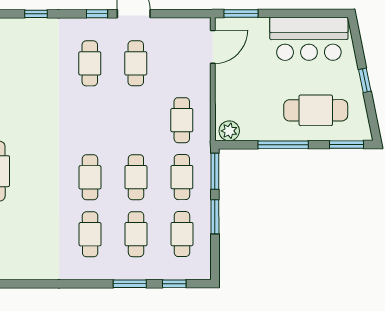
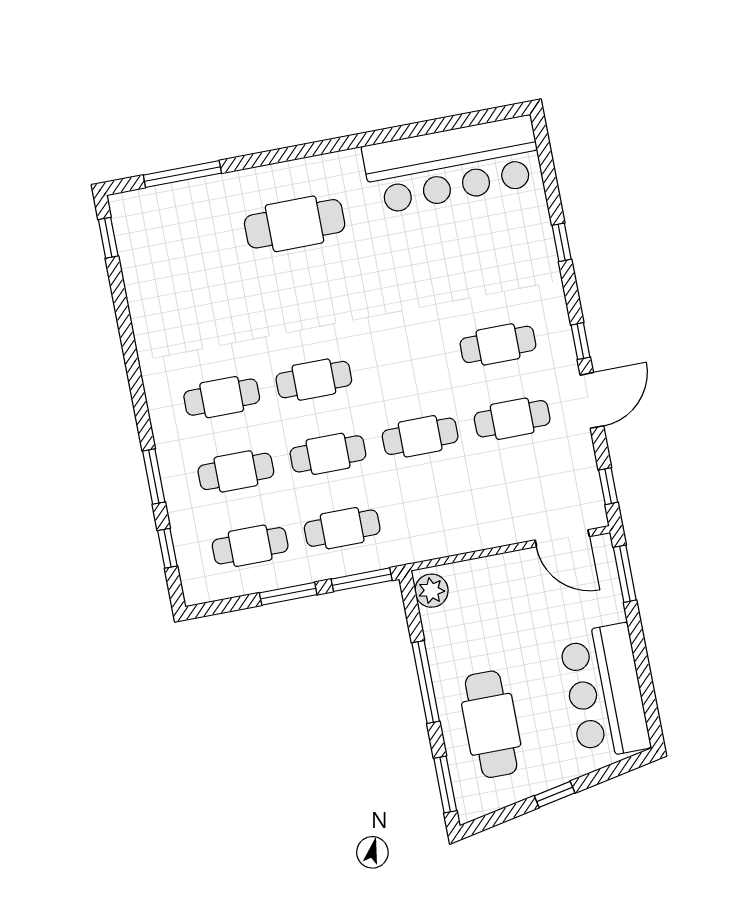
window: (187, 14) -> (608, 486), added
cafe table: (182, 120) -> (420, 436), moved

